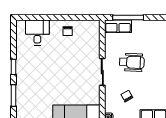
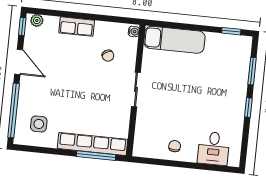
row of seats: (118, 26) -> (93, 144), width x2.02
wheelchair: (132, 62) -> (97, 98), removed

